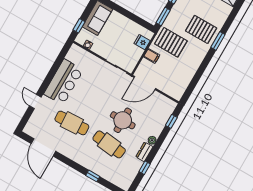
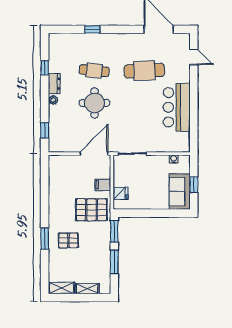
window: (79, 26) -> (194, 185), moved
pallet: (201, 29) -> (68, 240), width x0.67, depth x0.71
door: (35, 101) -> (194, 57), moved
cafe table: (109, 144) -> (94, 71), width x0.73, depth x0.74

